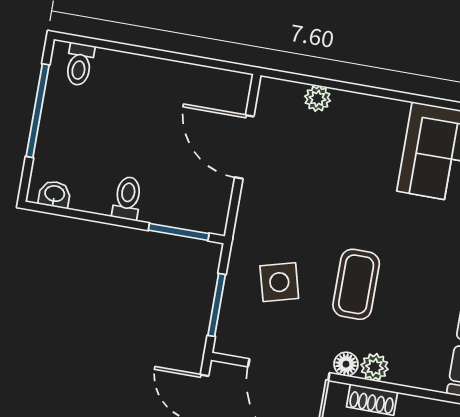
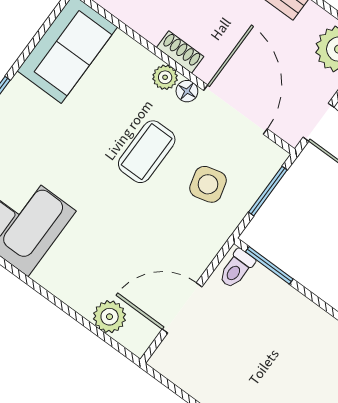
plant: (318, 98) -> (110, 317), width x1.38, depth x1.38
door: (244, 147) -> (182, 308), swing flipped
toilet: (127, 198) -> (237, 269), moved

